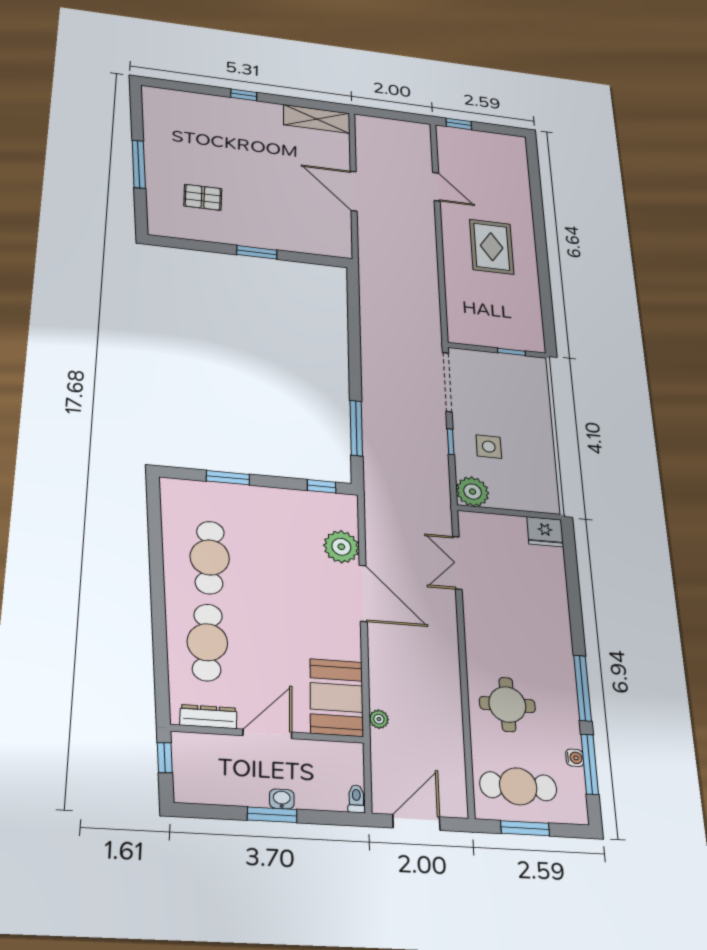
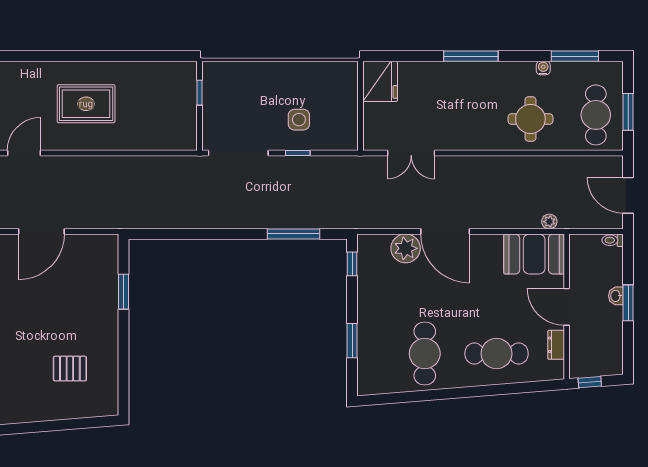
window: (139, 164) -> (42, 427), removed
pallet: (203, 197) -> (70, 369), turned 90
window: (257, 252) -> (124, 292), moved
plant: (473, 492) -> (344, 136), removed
fridge: (545, 532) -> (380, 81), width x1.36, depth x1.34
cafe table: (210, 557) -> (425, 354), turned 90
door: (363, 593) -> (445, 231), swing flipped
window: (583, 688) -> (471, 56), moved
dresser: (208, 717) -> (556, 345), width x0.70
water cooler: (575, 758) -> (543, 68), moved

